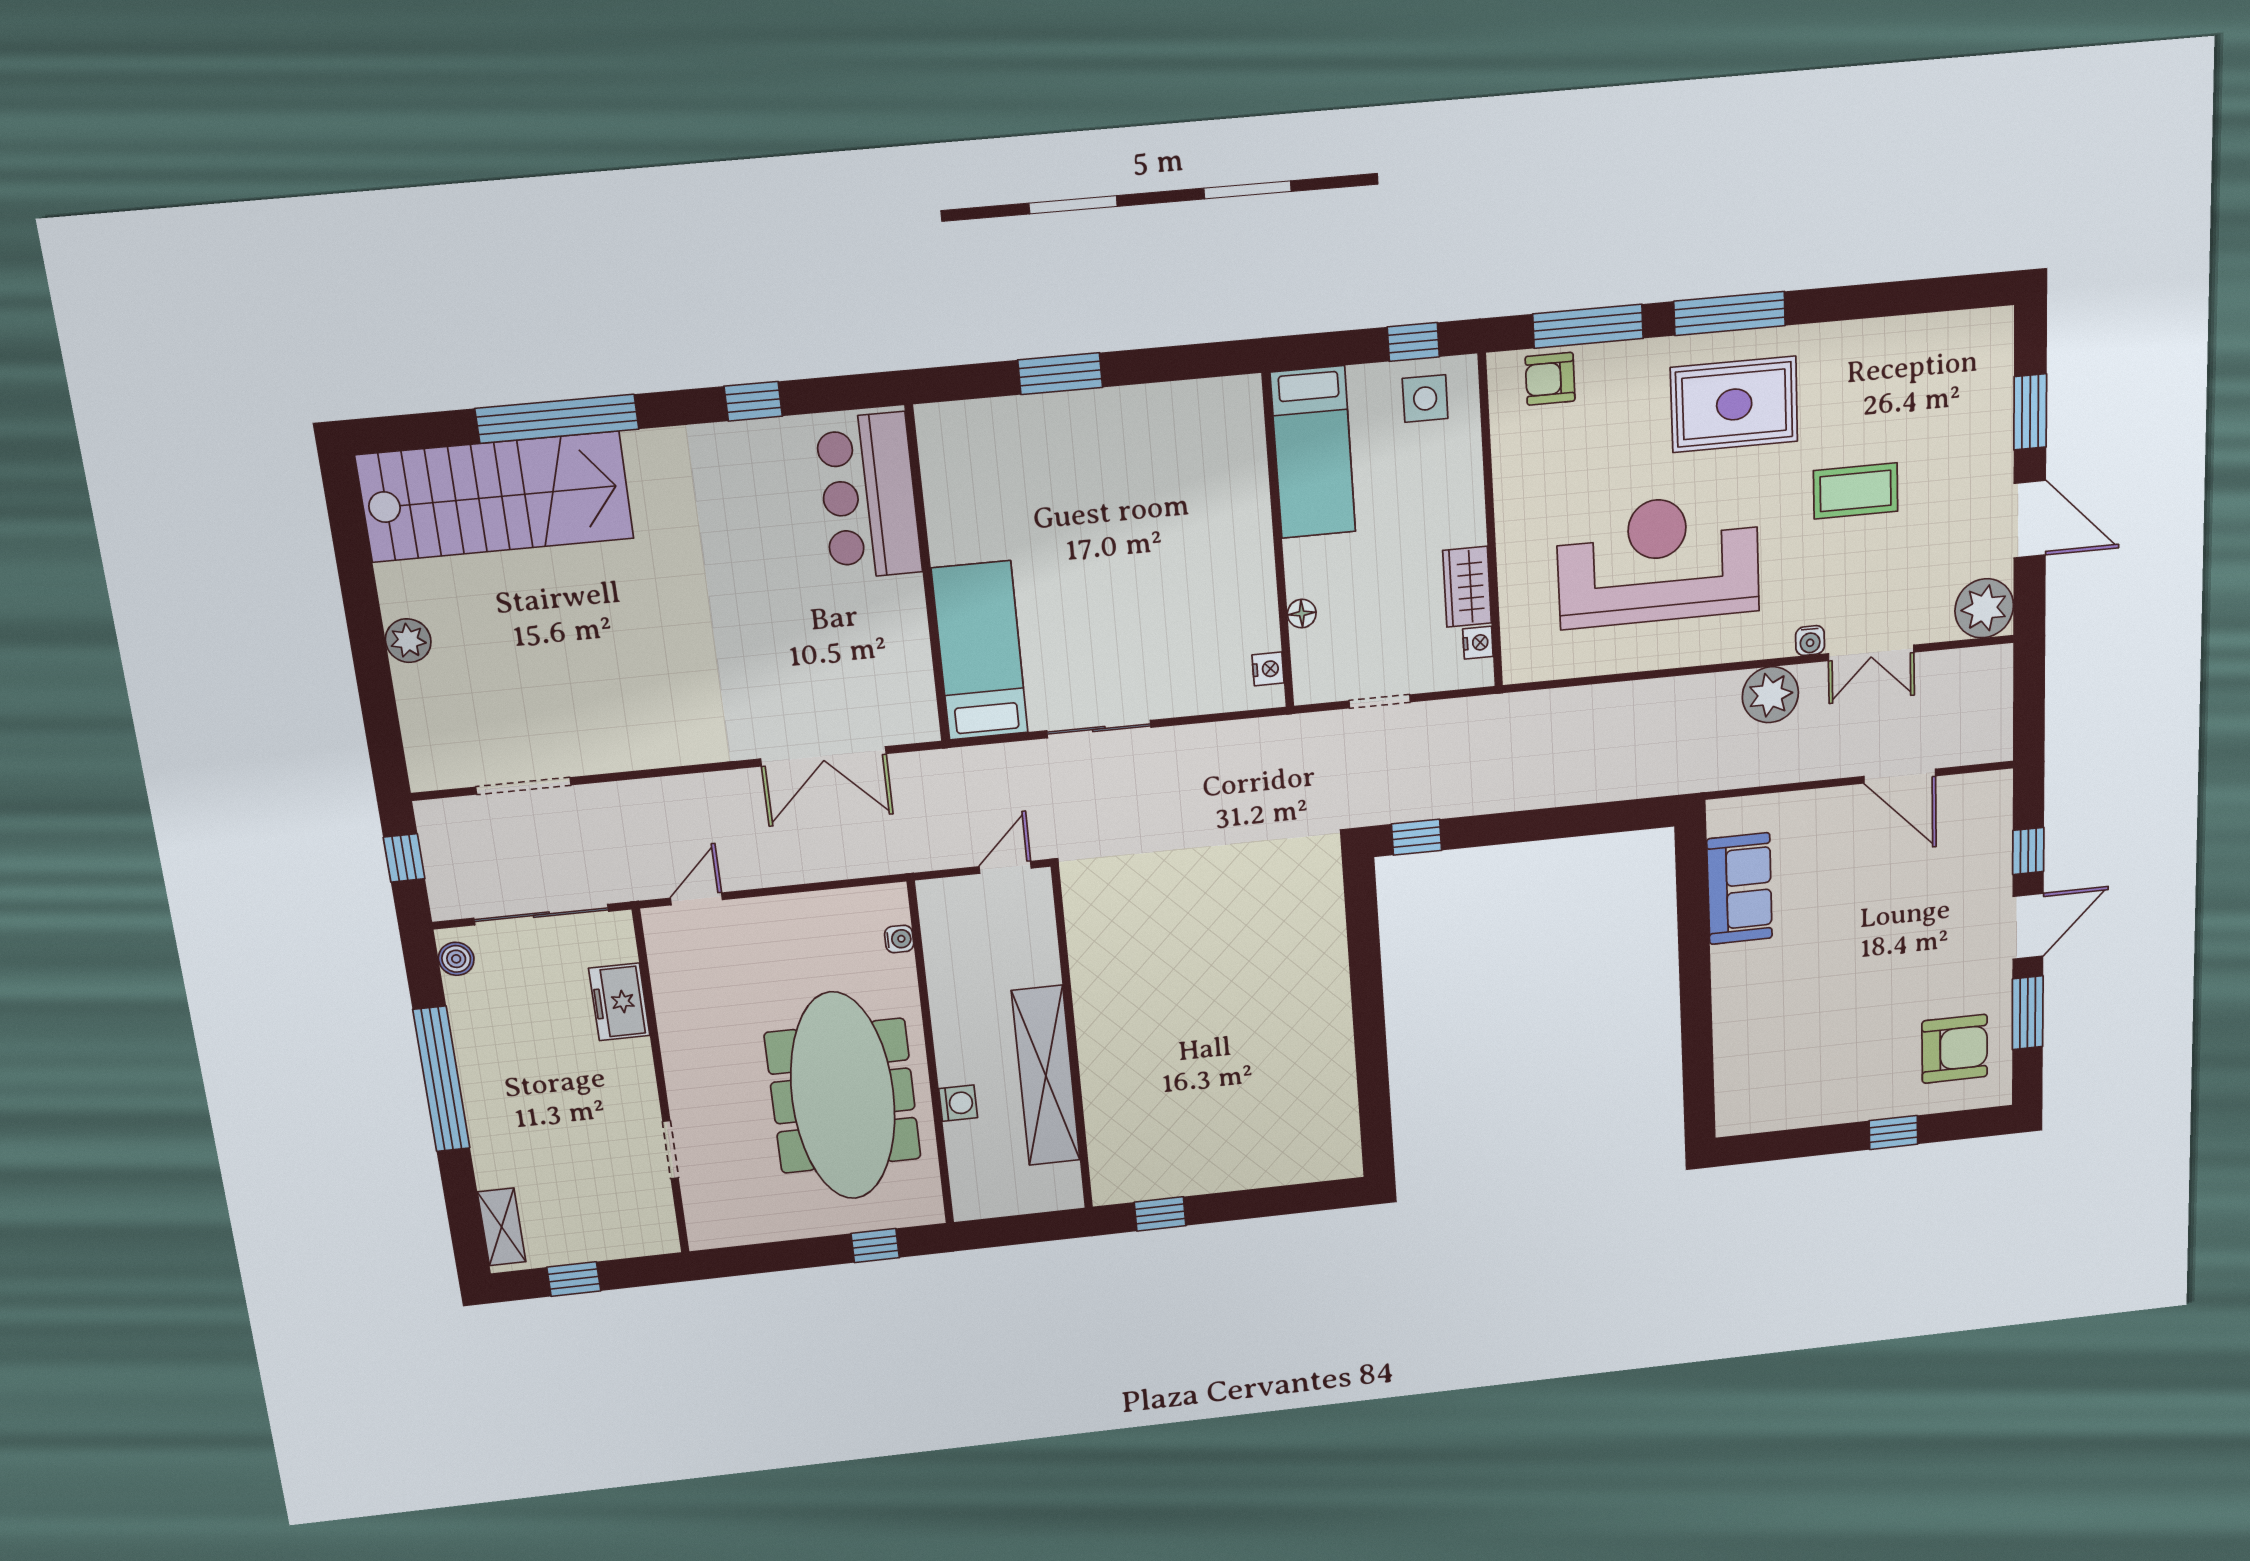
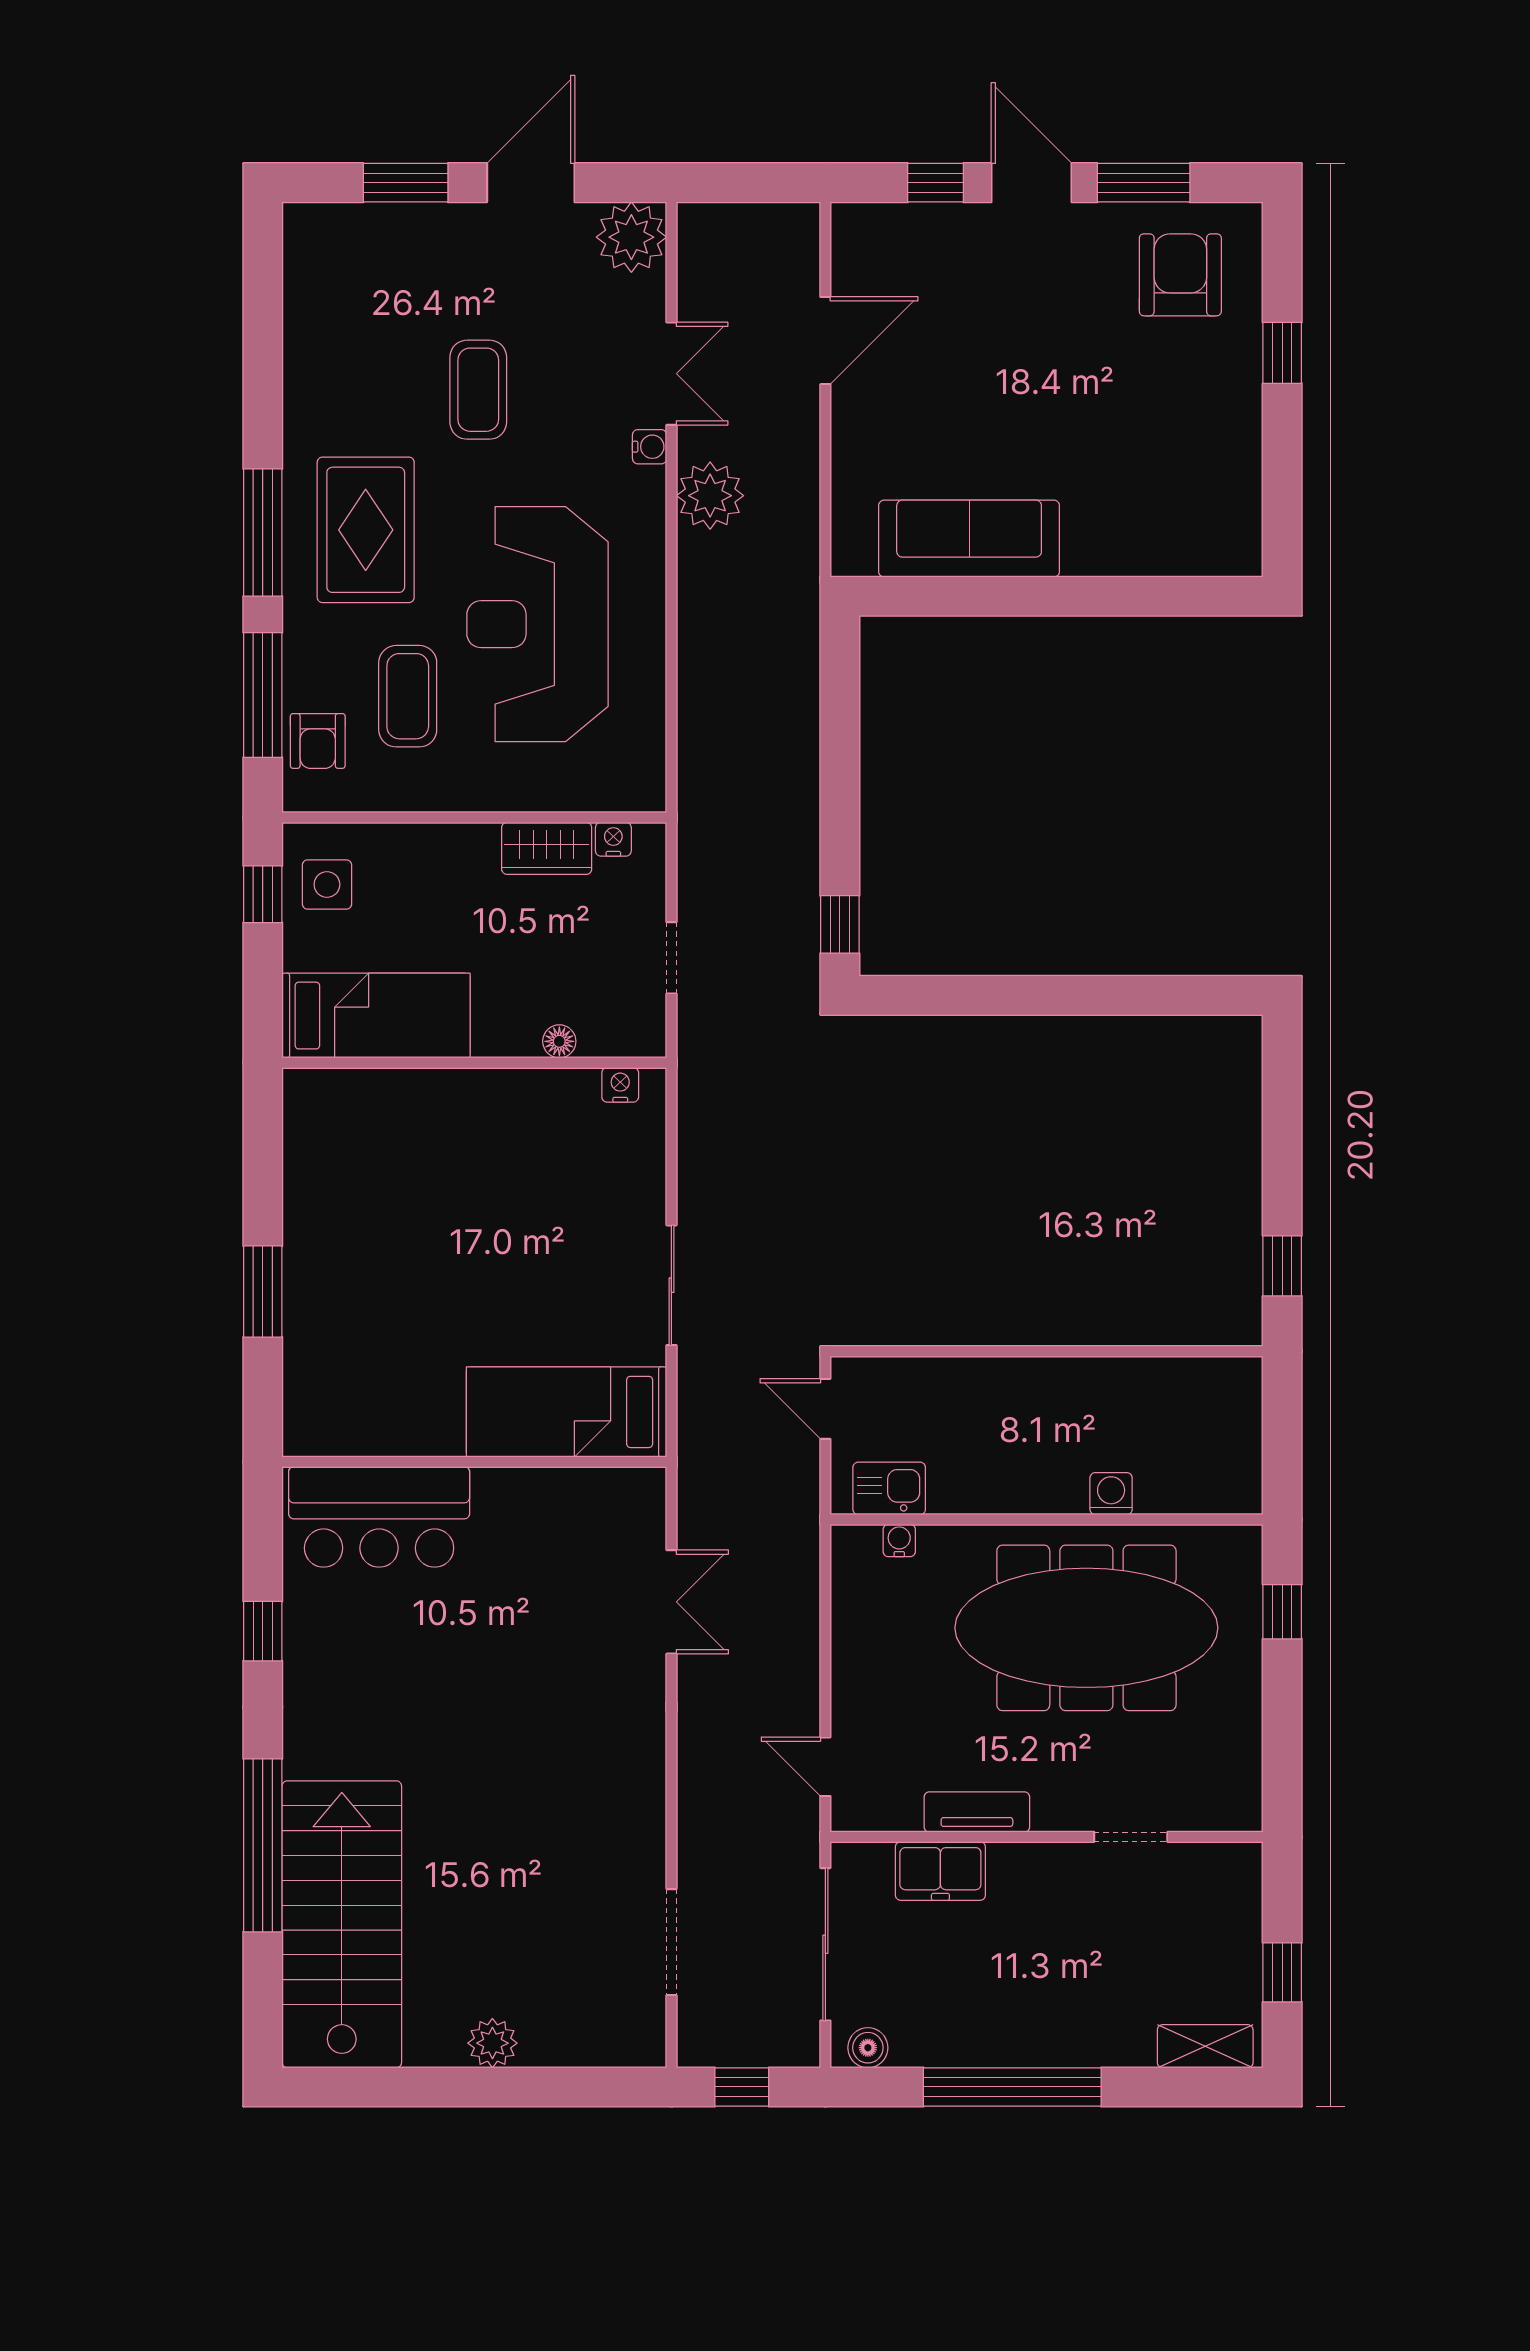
coffee table: (1592, 454) -> (408, 696), added
double door: (823, 756) -> (671, 1602), width x0.73
sofa: (1740, 889) -> (969, 539), width x1.36
kitchen sink: (943, 926) -> (889, 1488), added
tv unit: (674, 1026) -> (977, 1812), added
shelving: (1046, 1076) -> (1088, 1387), removed

